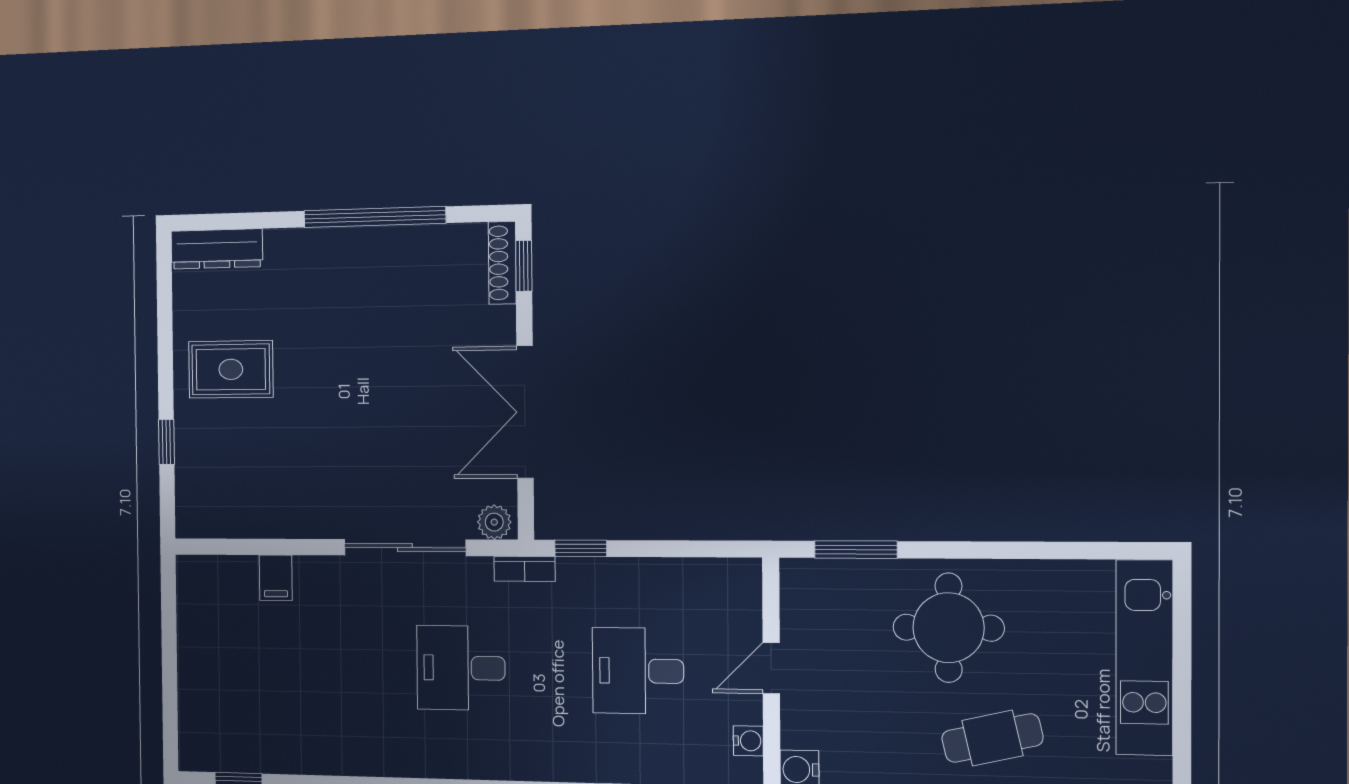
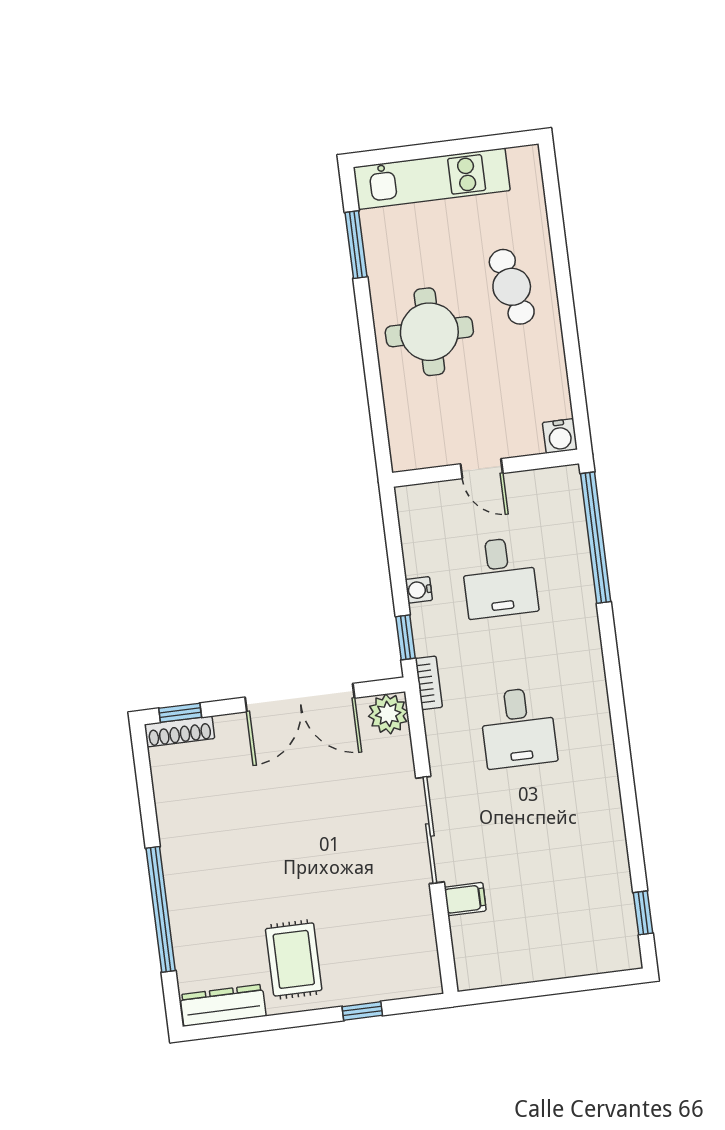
window: (375, 217) -> (161, 909), moved
dresser: (217, 249) -> (223, 1005), moved, turned -90
plant: (494, 522) -> (388, 714), width x1.38, depth x1.38
sliding door: (405, 548) -> (430, 830), moved
window: (856, 550) -> (356, 245), moved
water cooler: (748, 741) -> (419, 590), moved, turned -90

